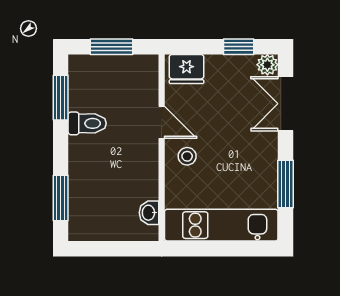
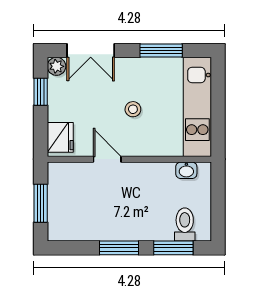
window: (61, 98) -> (119, 248), moved
door: (162, 122) -> (107, 159), hinge flipped
toilet: (87, 123) -> (185, 224), moved
stool: (187, 156) -> (133, 109), moved

